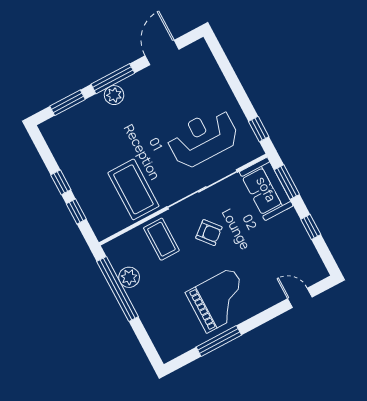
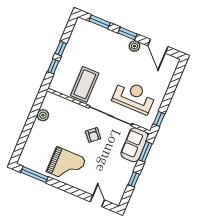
door: (162, 52) -> (158, 46), swing flipped
window: (113, 79) -> (128, 33), width x0.69
plant: (114, 95) -> (135, 46), moved
coffee table: (161, 239) -> (72, 116), removed
window: (118, 289) -> (33, 114), removed
window: (219, 341) -> (34, 175), moved

